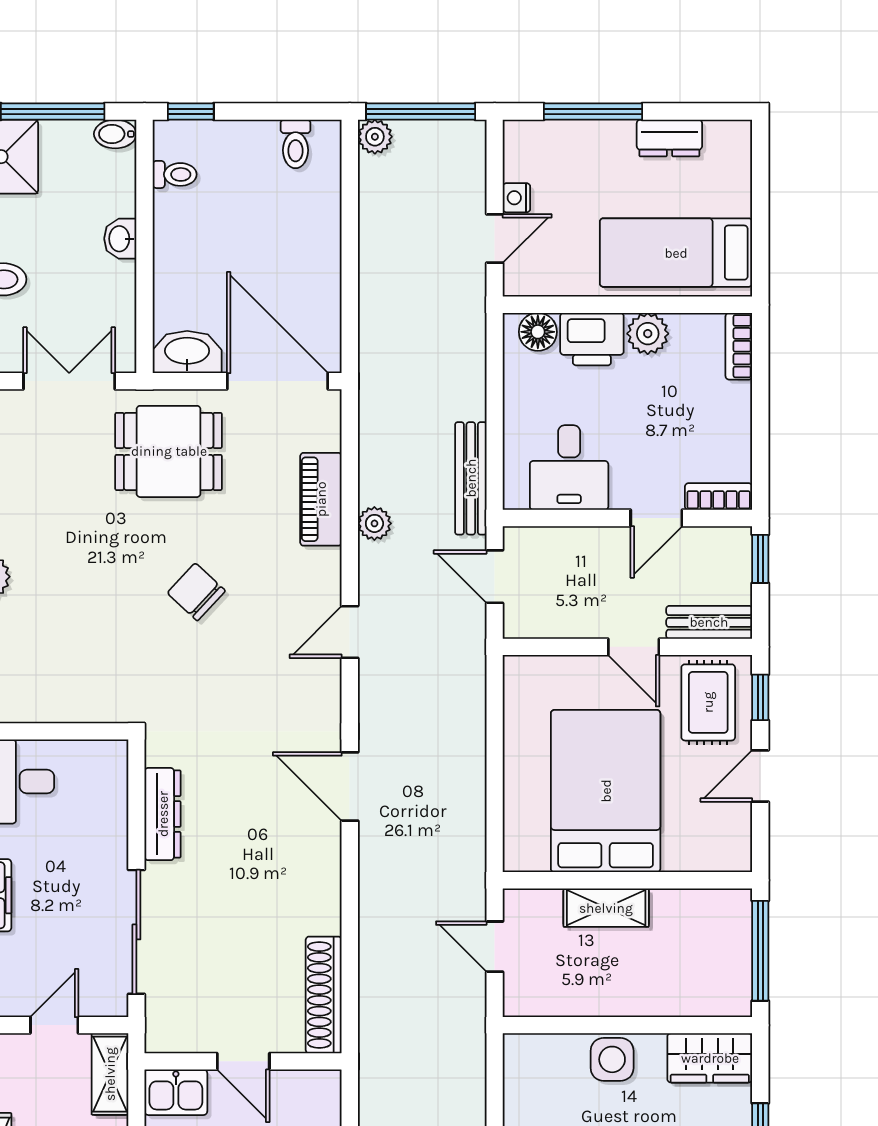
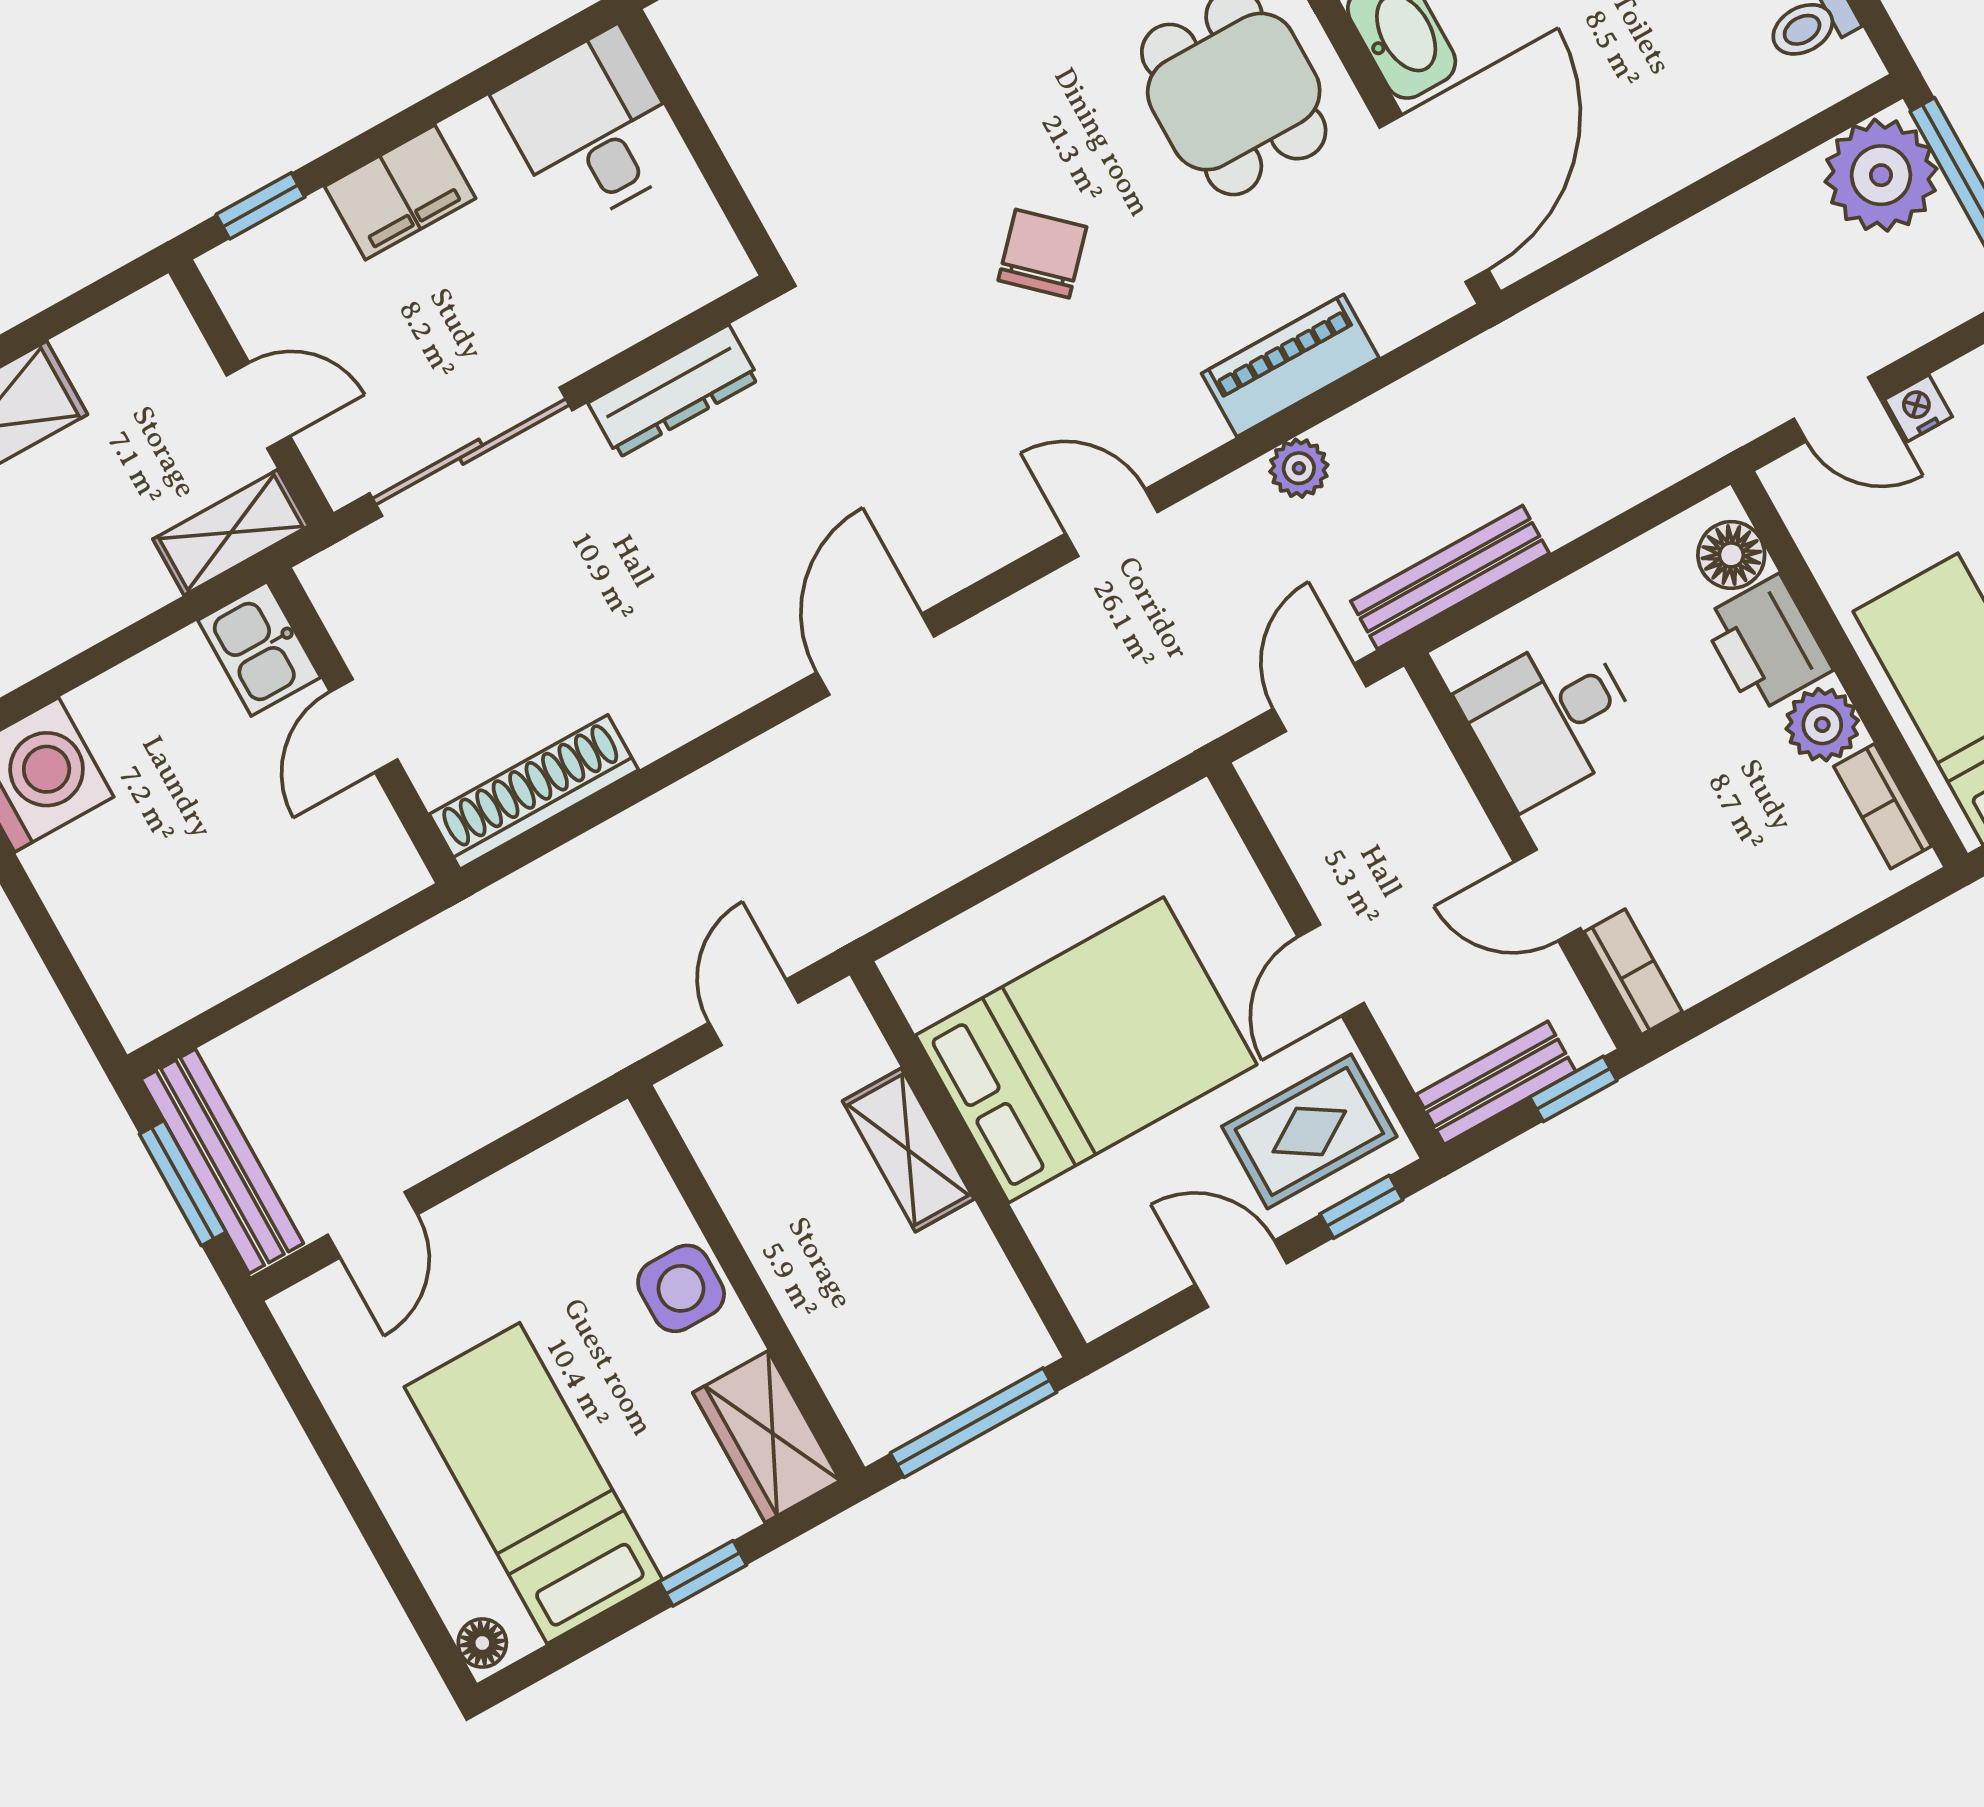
plant: (375, 137) -> (1881, 175), width x1.88, depth x1.88
bookcase: (739, 346) -> (1883, 806), moved, turned -90
bench: (709, 622) -> (1496, 1083), moved, turned 90

